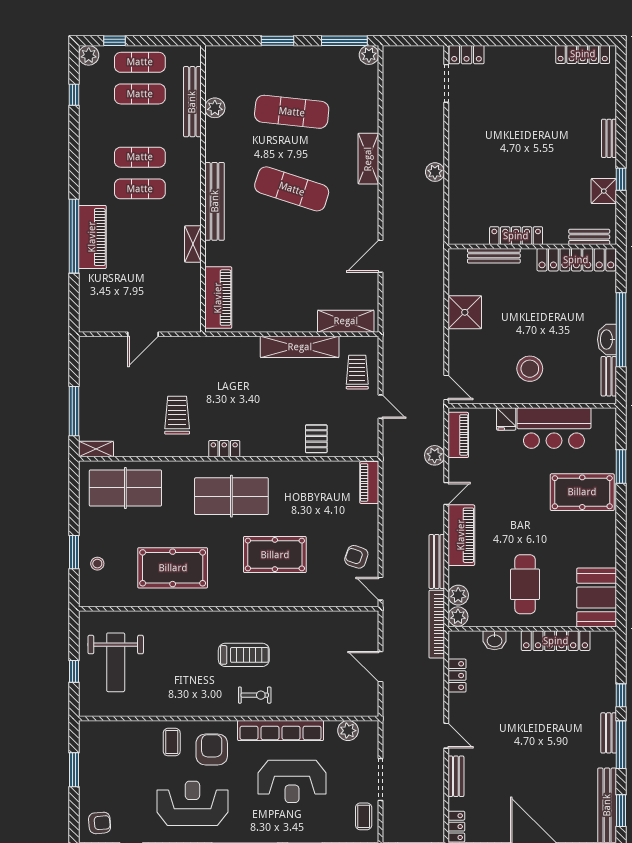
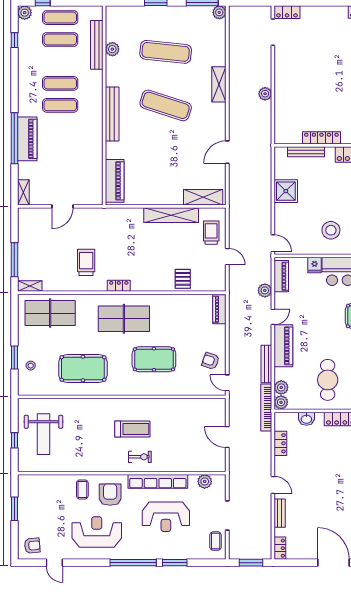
shelving: (193, 244) -> (23, 192), moved

